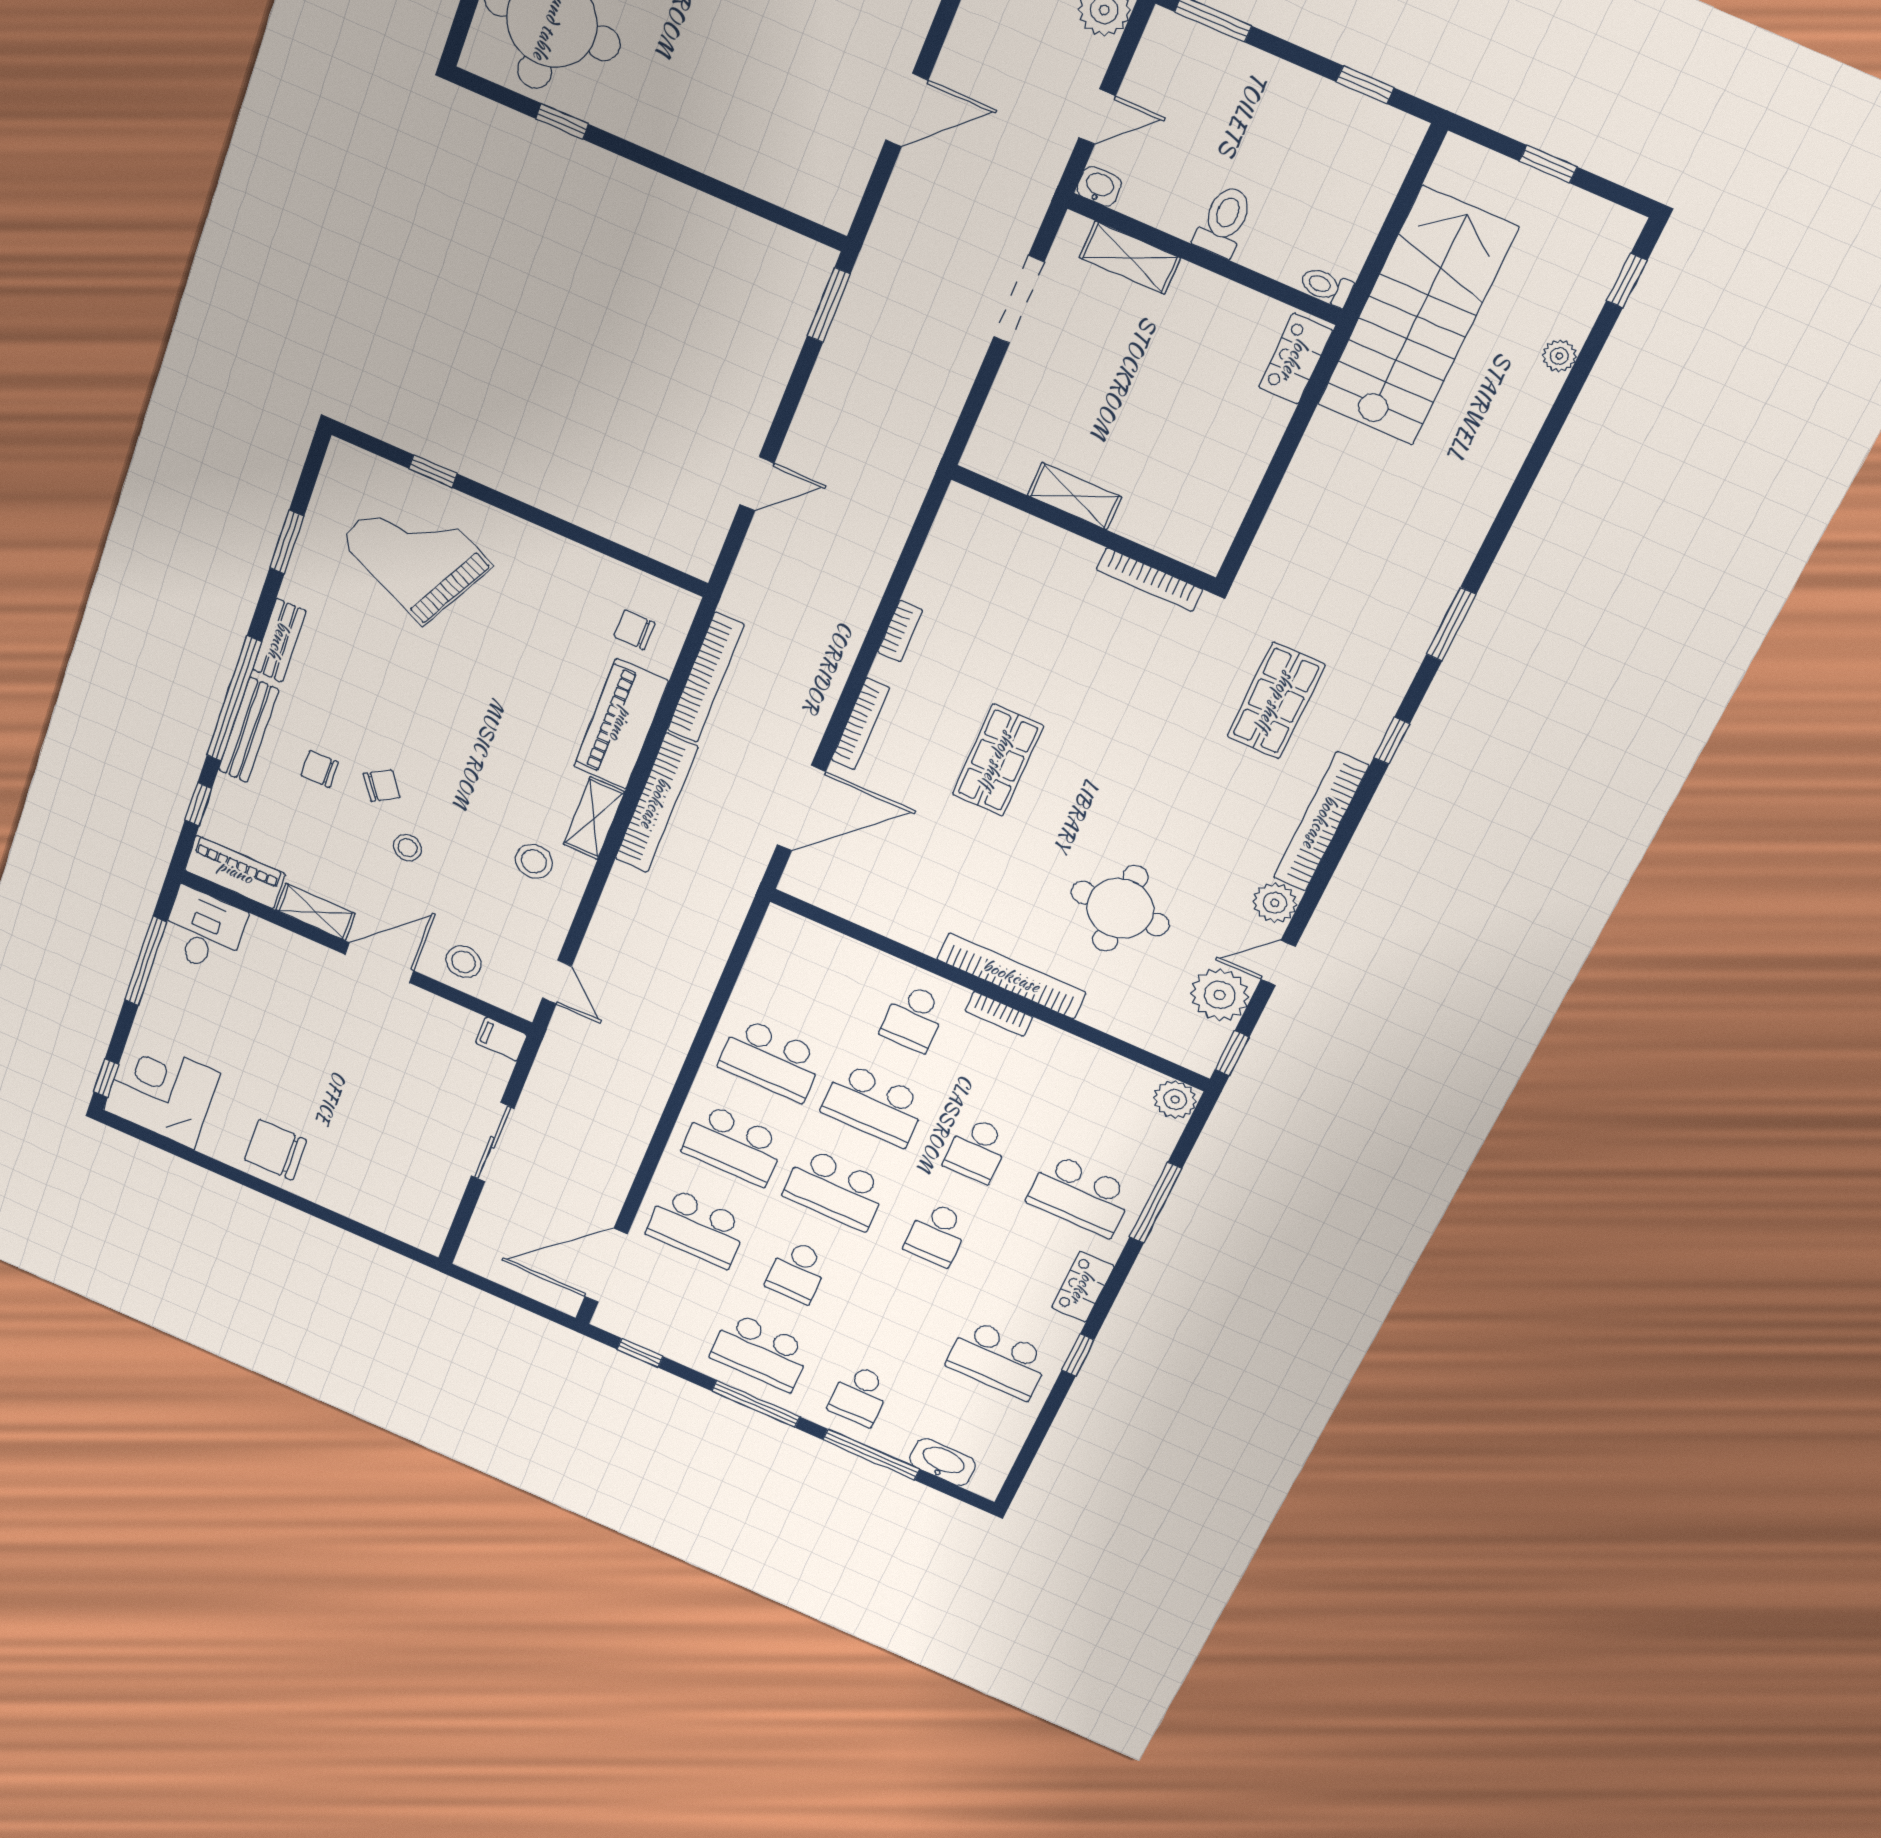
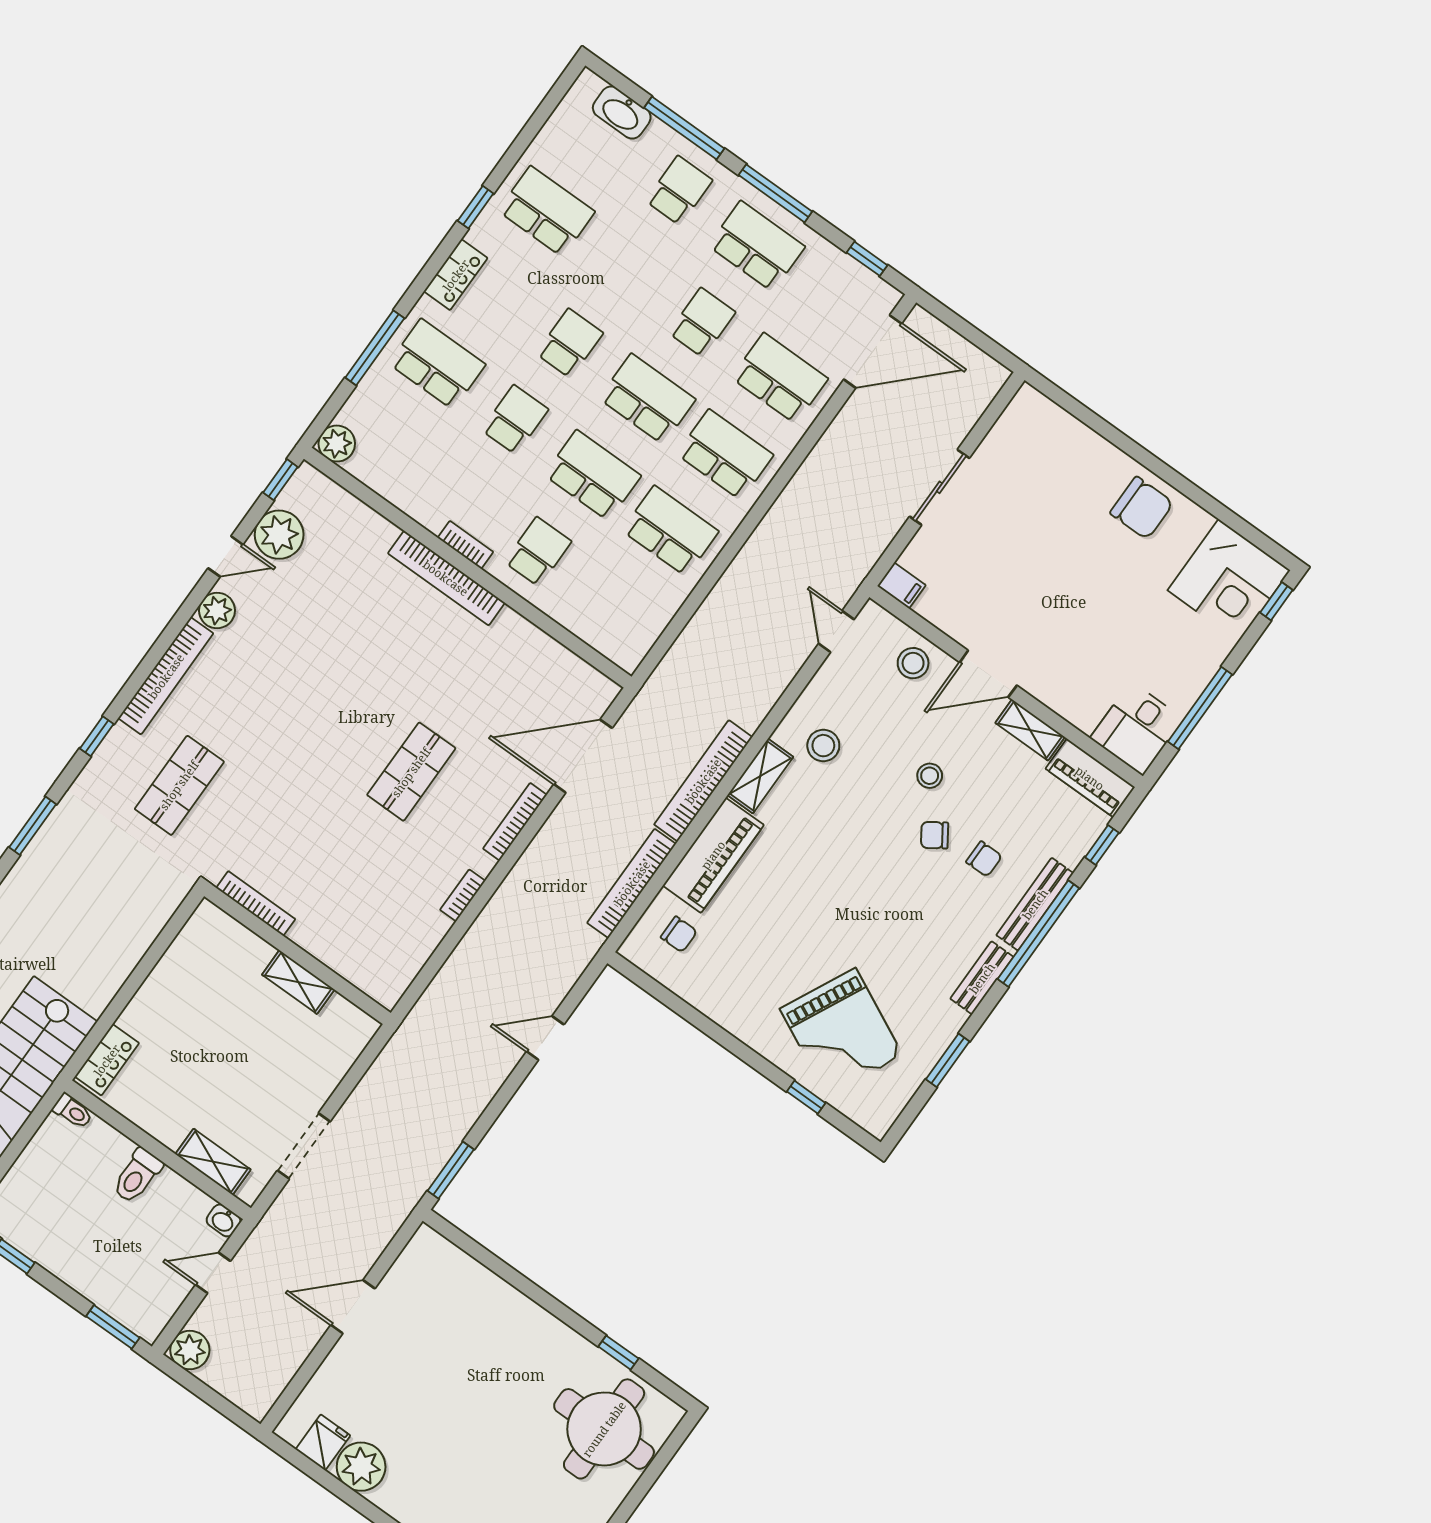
round table: (1120, 908) -> (343, 625), removed

